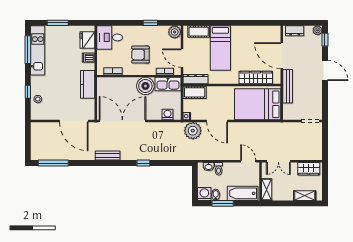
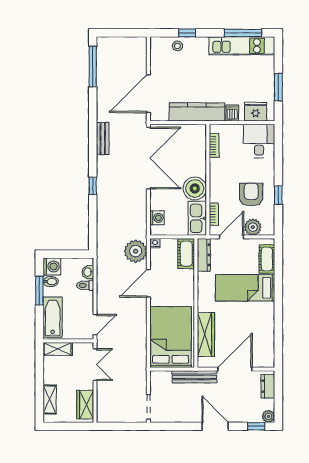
window: (58, 23) -> (278, 87), moved
plant: (175, 32) -> (253, 227), moved
armchair: (140, 55) -> (251, 195), moved
door: (325, 71) -> (215, 426), swing flipped
kitchen counter: (88, 84) -> (197, 112), width x1.50
double door: (278, 161) -> (95, 365), swing flipped

